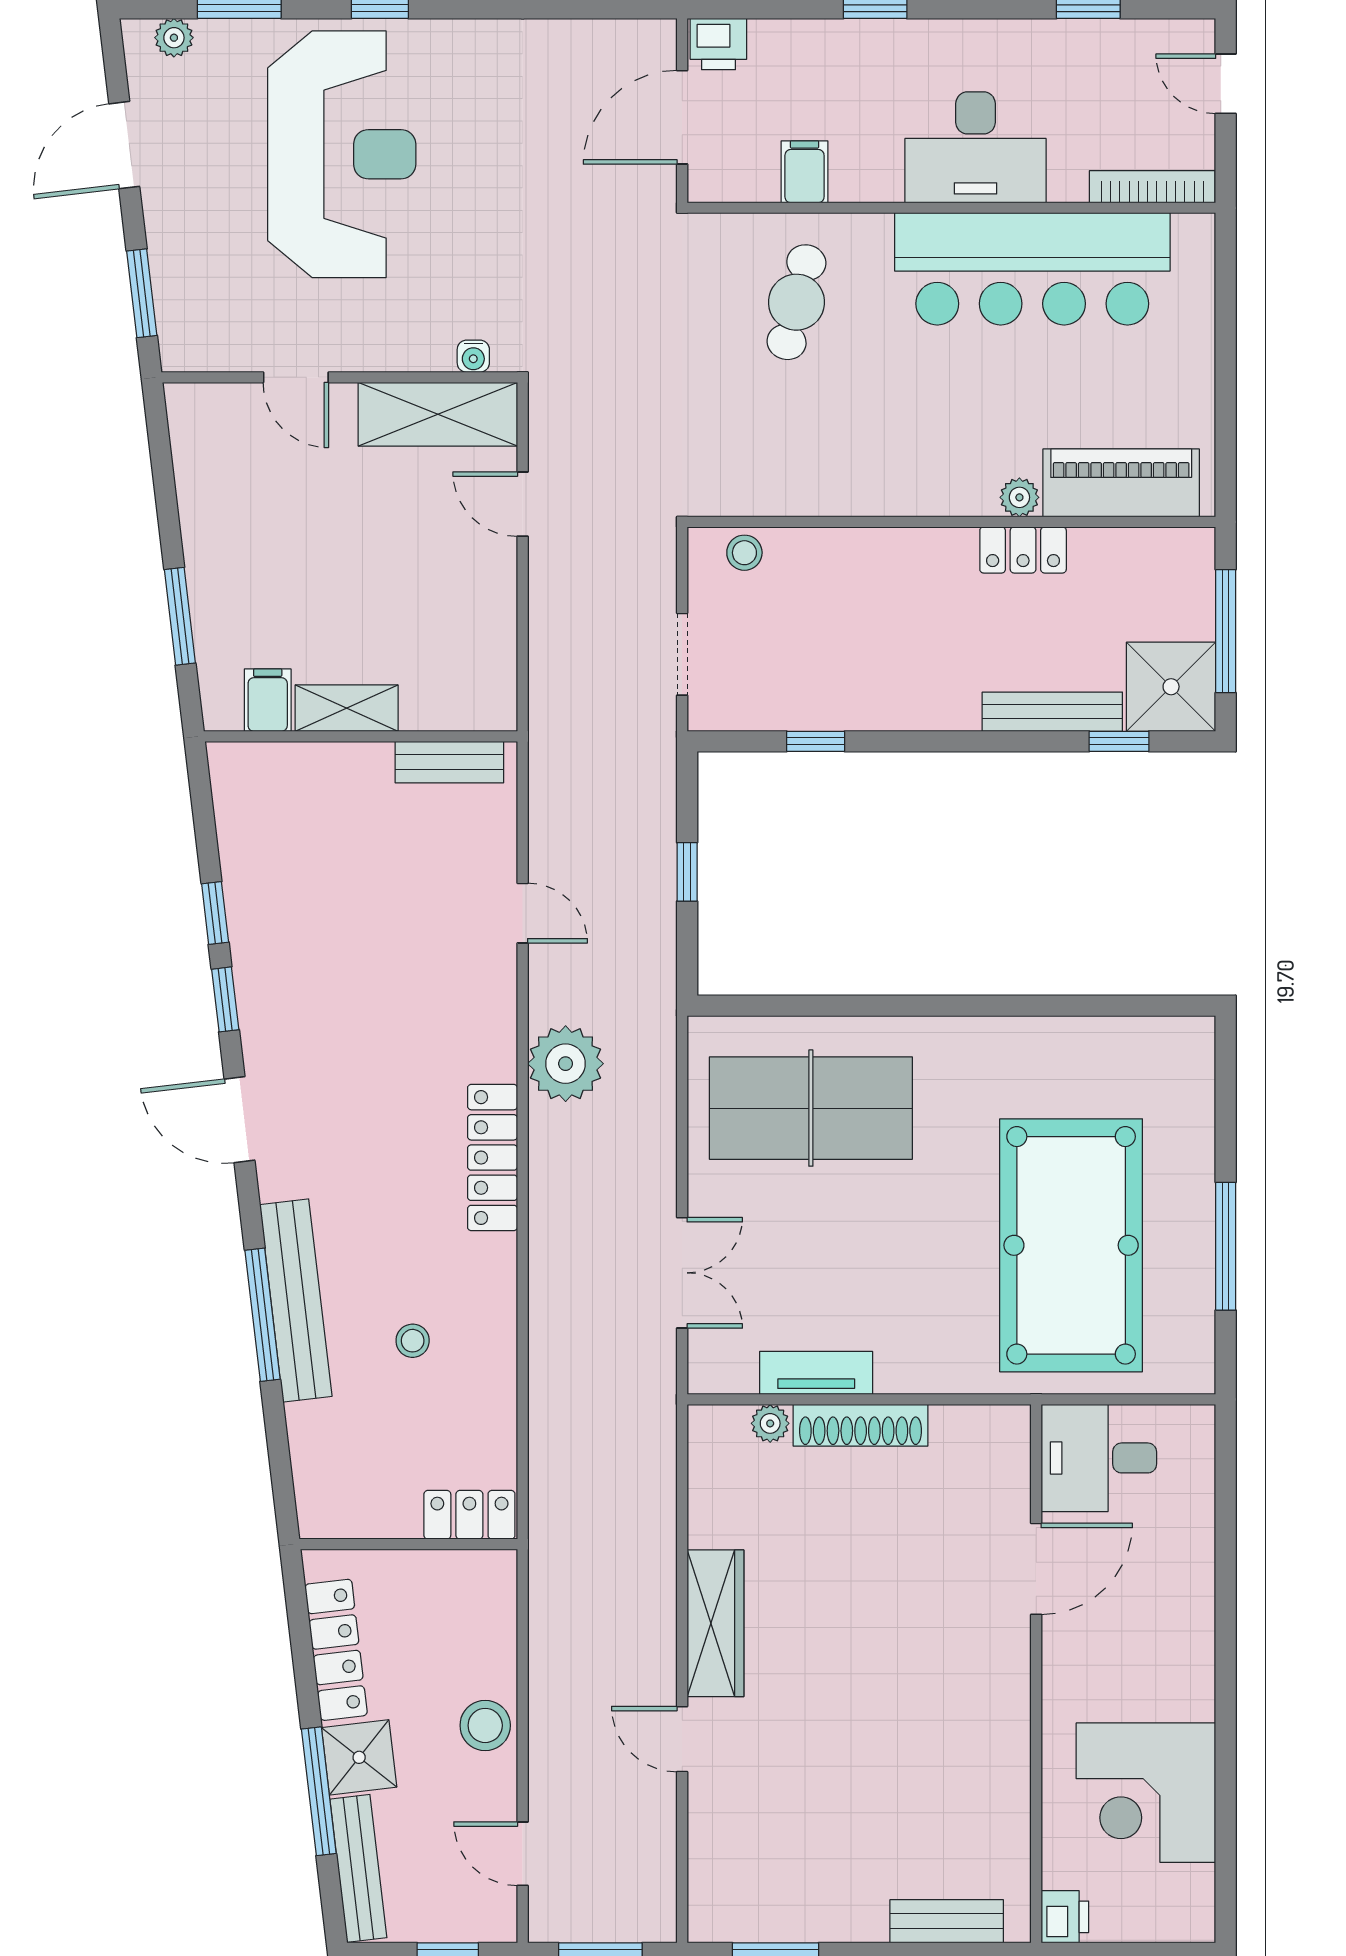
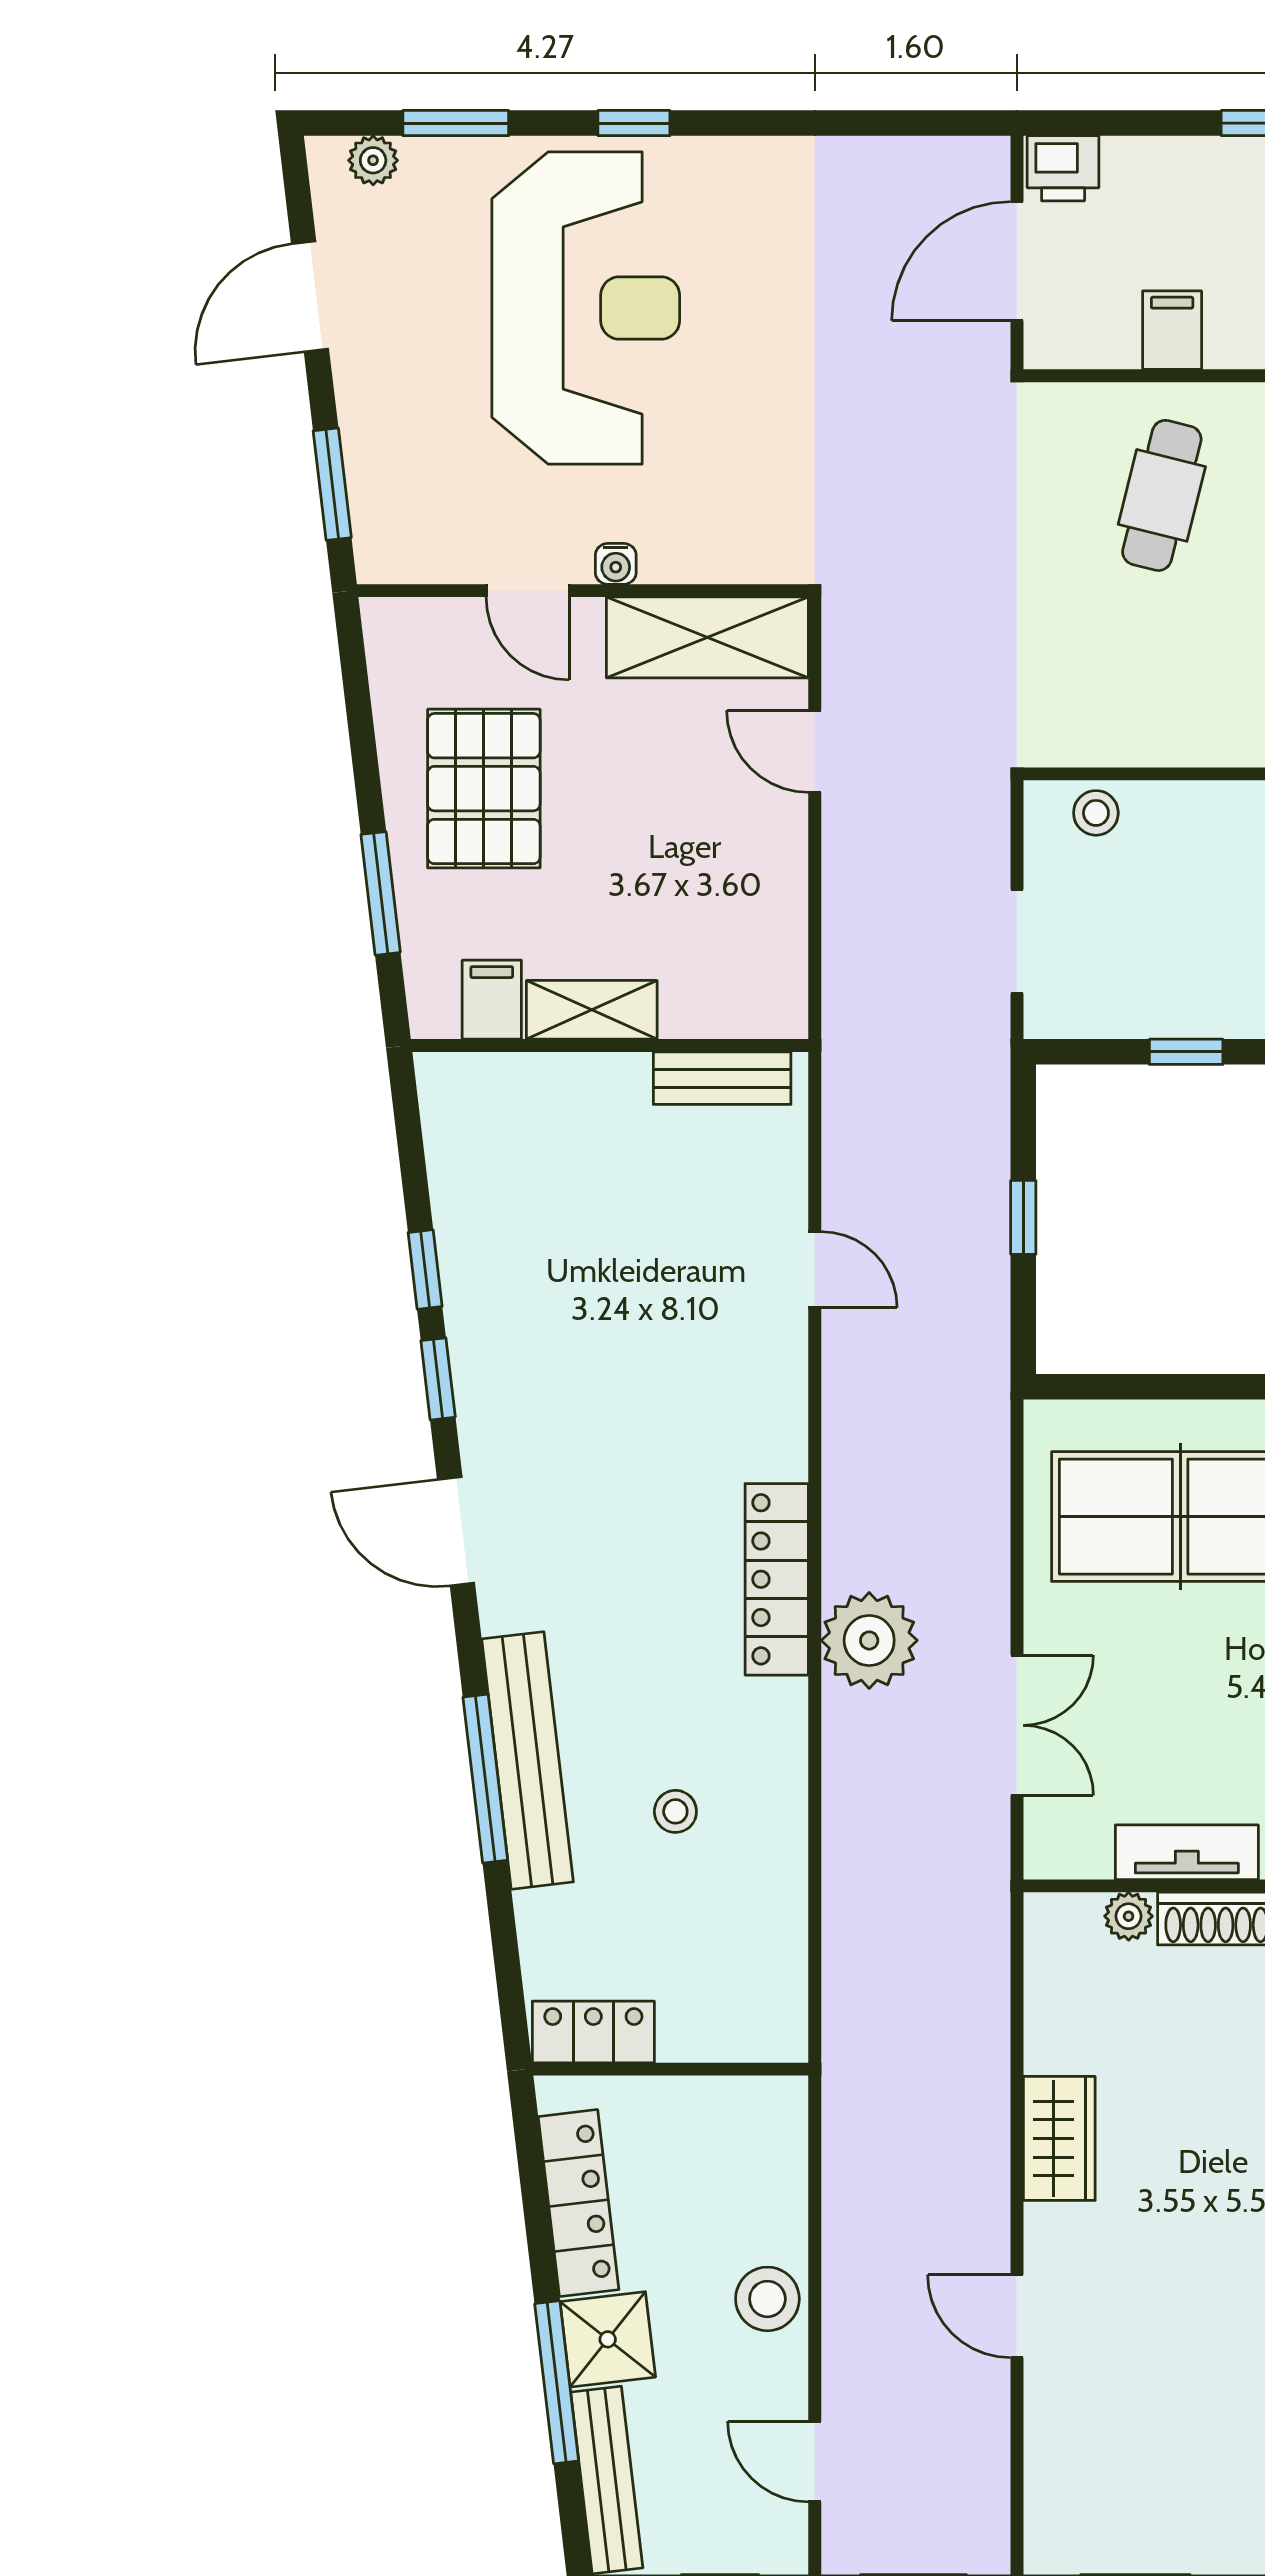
water cooler: (473, 356) -> (616, 564), moved
pallet: (261, 534) -> (484, 789), added
plant: (566, 1064) -> (869, 1640), moved
locker: (469, 1515) -> (593, 2032), moved
wardrobe: (715, 1623) -> (1059, 2138), width x0.67

